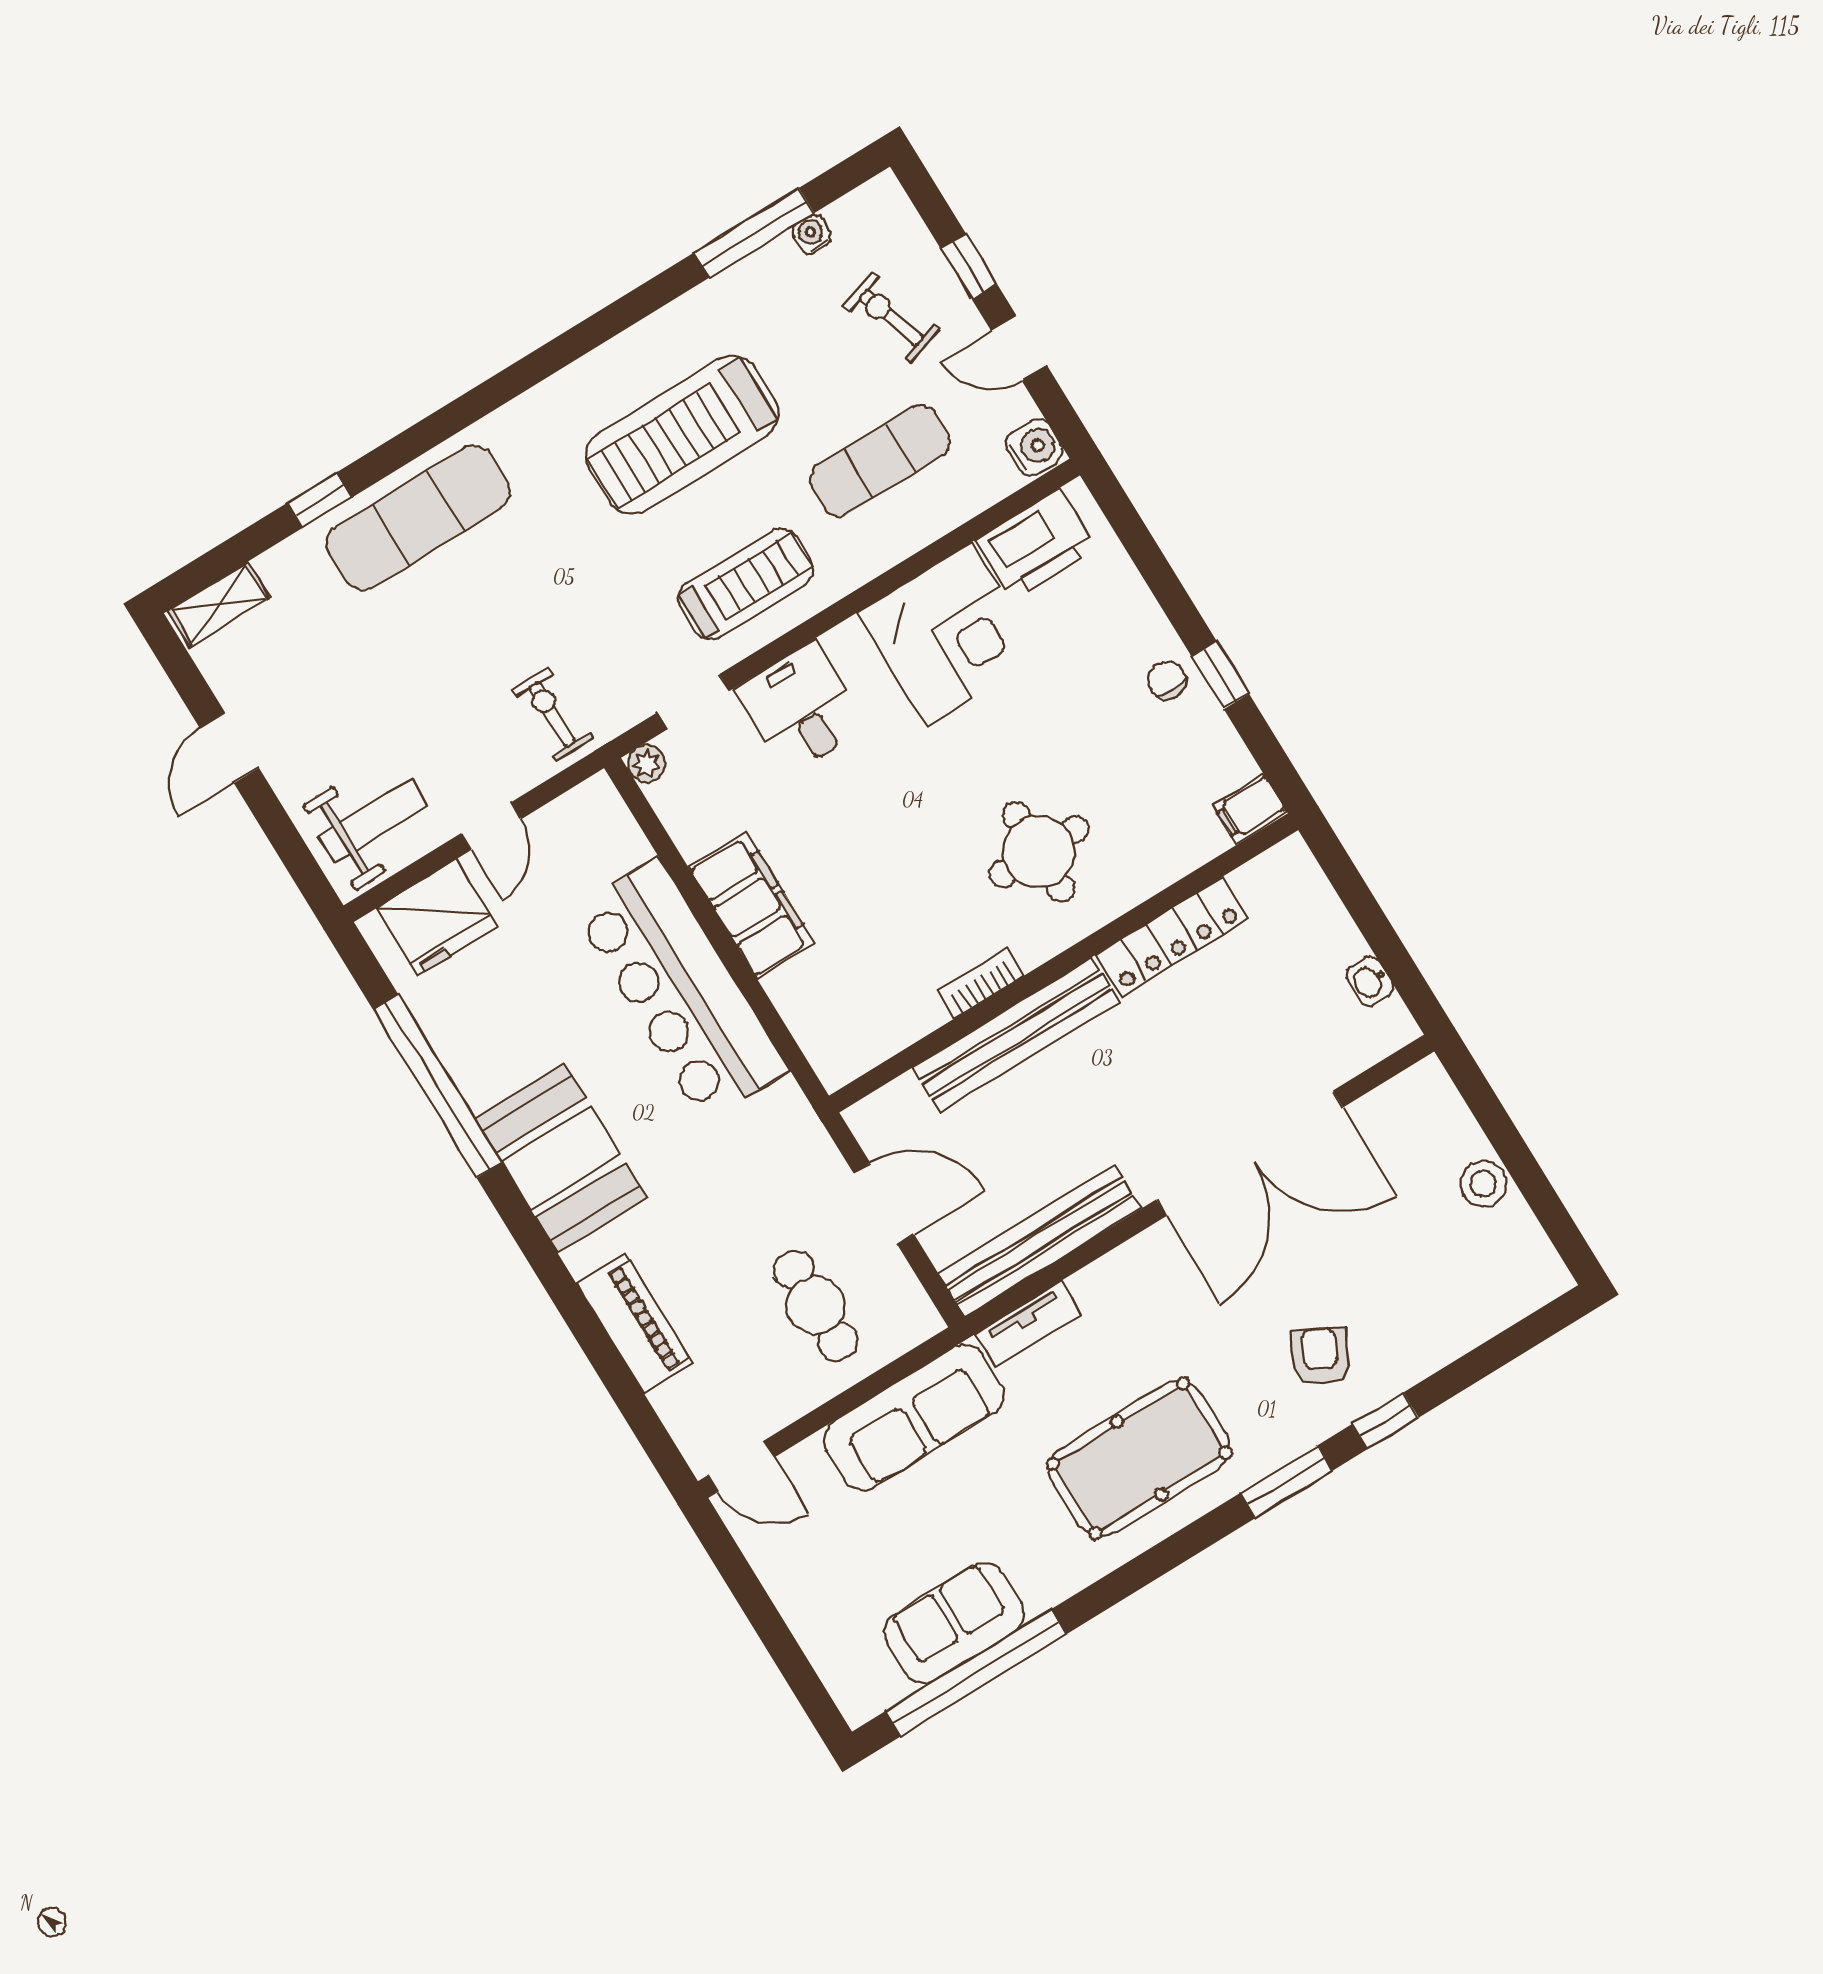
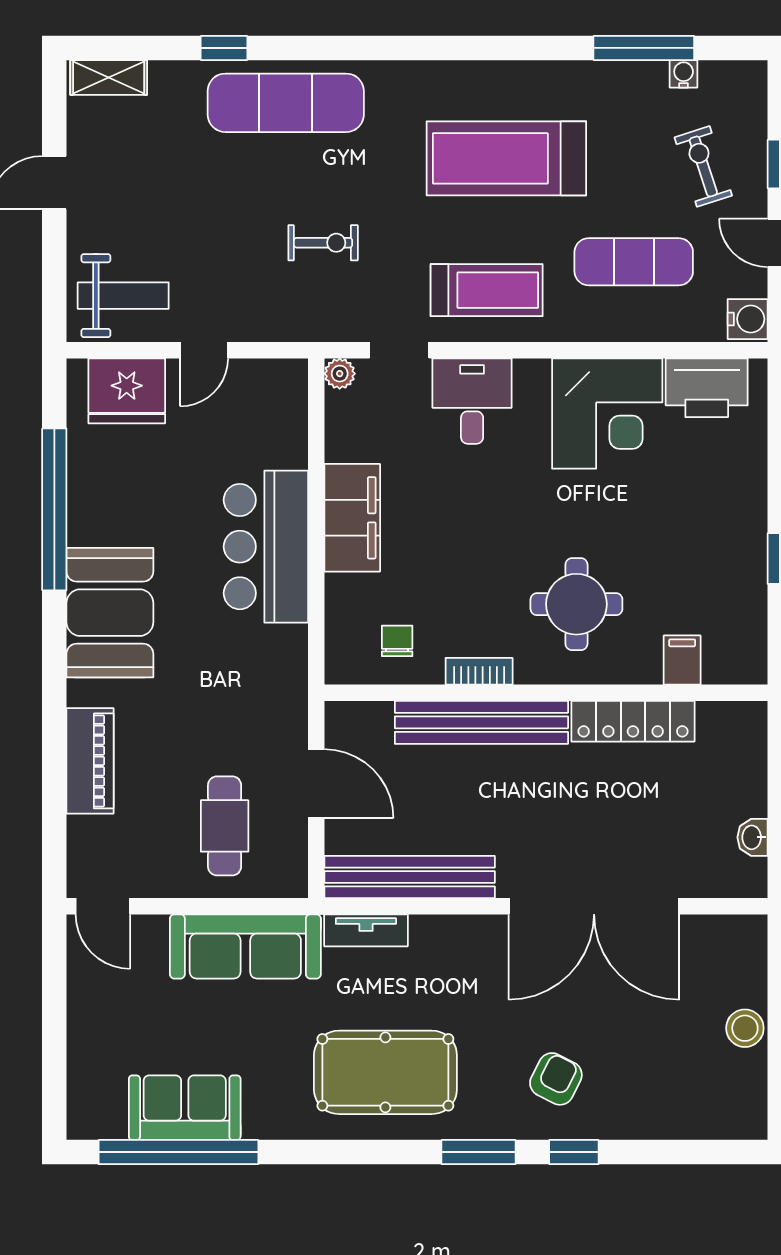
chair: (1167, 680) -> (397, 641), moved
exercise bike: (552, 715) -> (323, 243), moved, turned 90
filing cabinet: (1250, 808) -> (682, 660), moved, turned 90
bar counter: (681, 990) -> (266, 547), width x0.73

